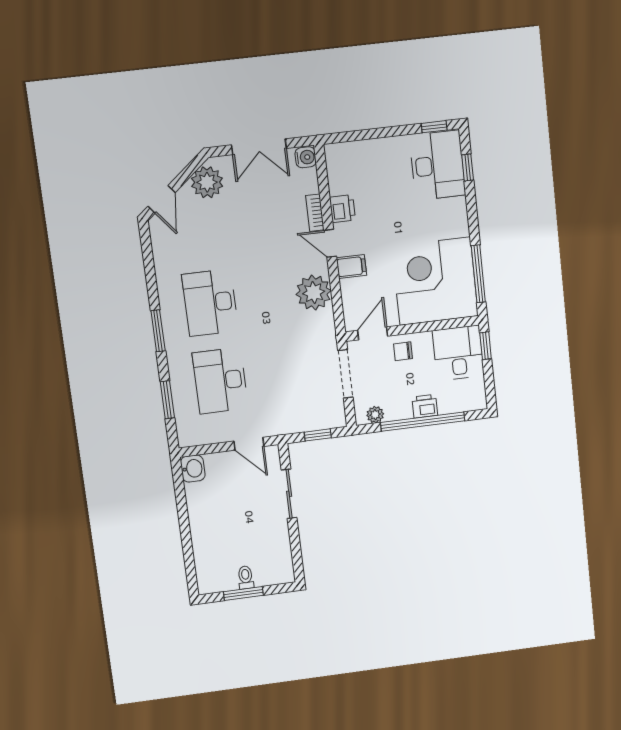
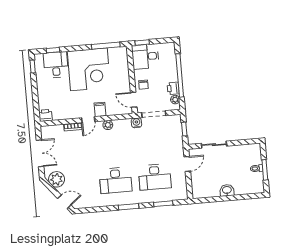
water cooler: (306, 157) -> (136, 123), moved
desk: (438, 165) -> (56, 65), width x0.73
printer: (342, 209) -> (45, 115), moved
corner desk: (435, 281) -> (89, 69), moved, turned -90
plant: (314, 293) -> (108, 125), width x0.53, depth x0.53
printer: (425, 406) -> (173, 88), moved
washbasin: (193, 469) -> (227, 190), moved

